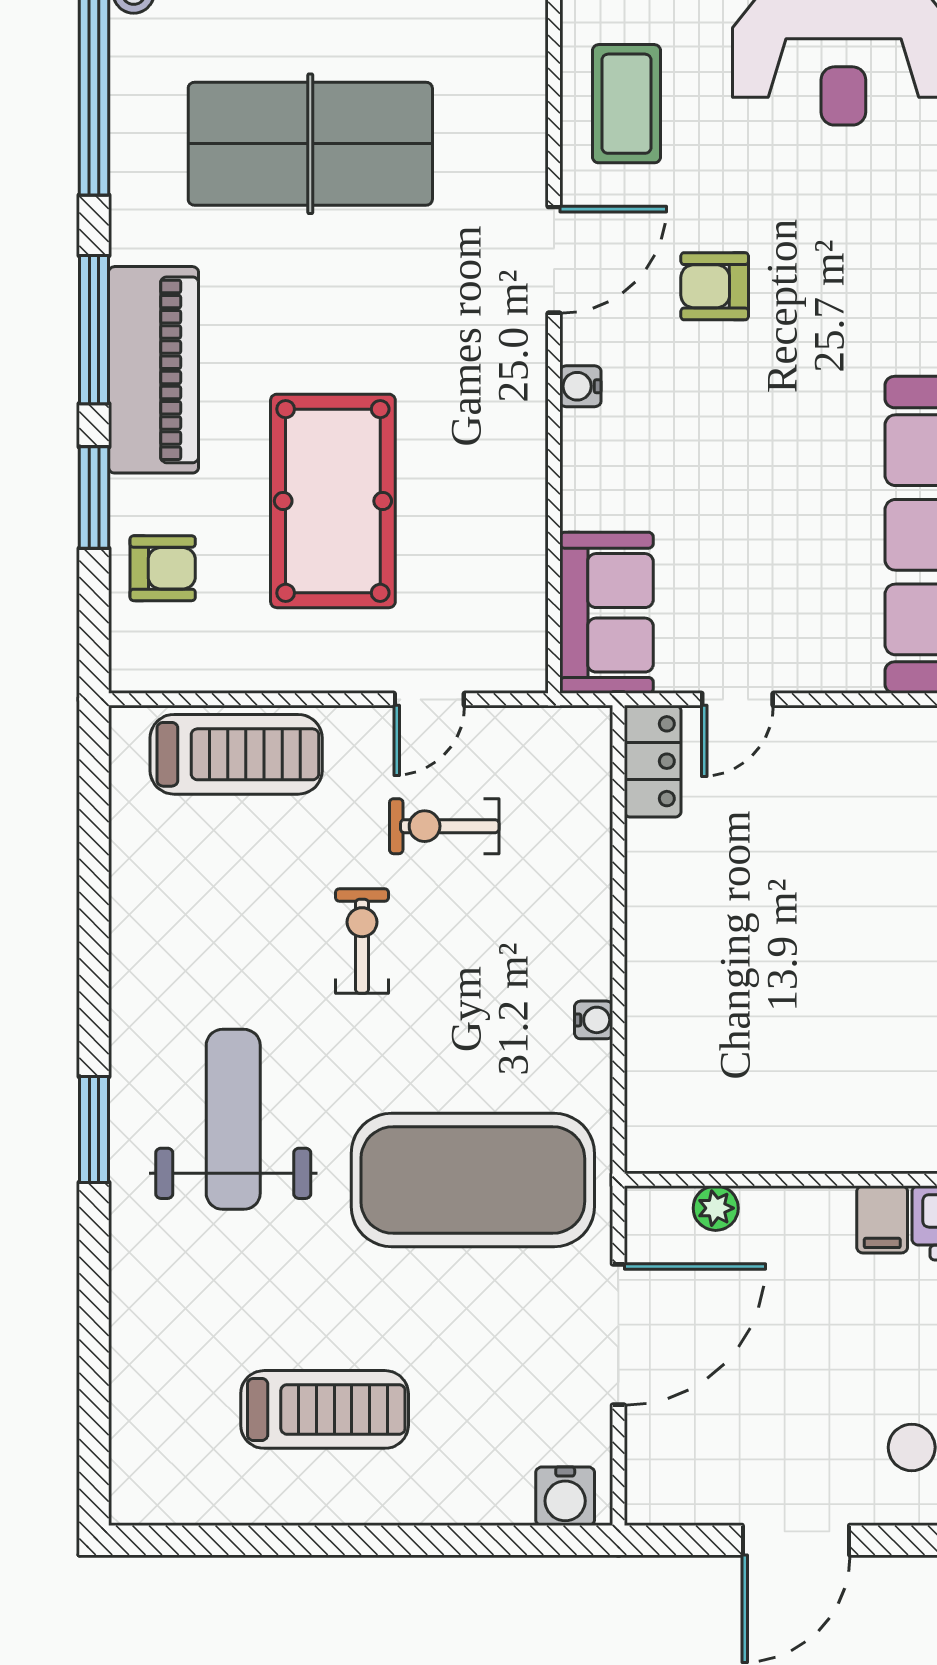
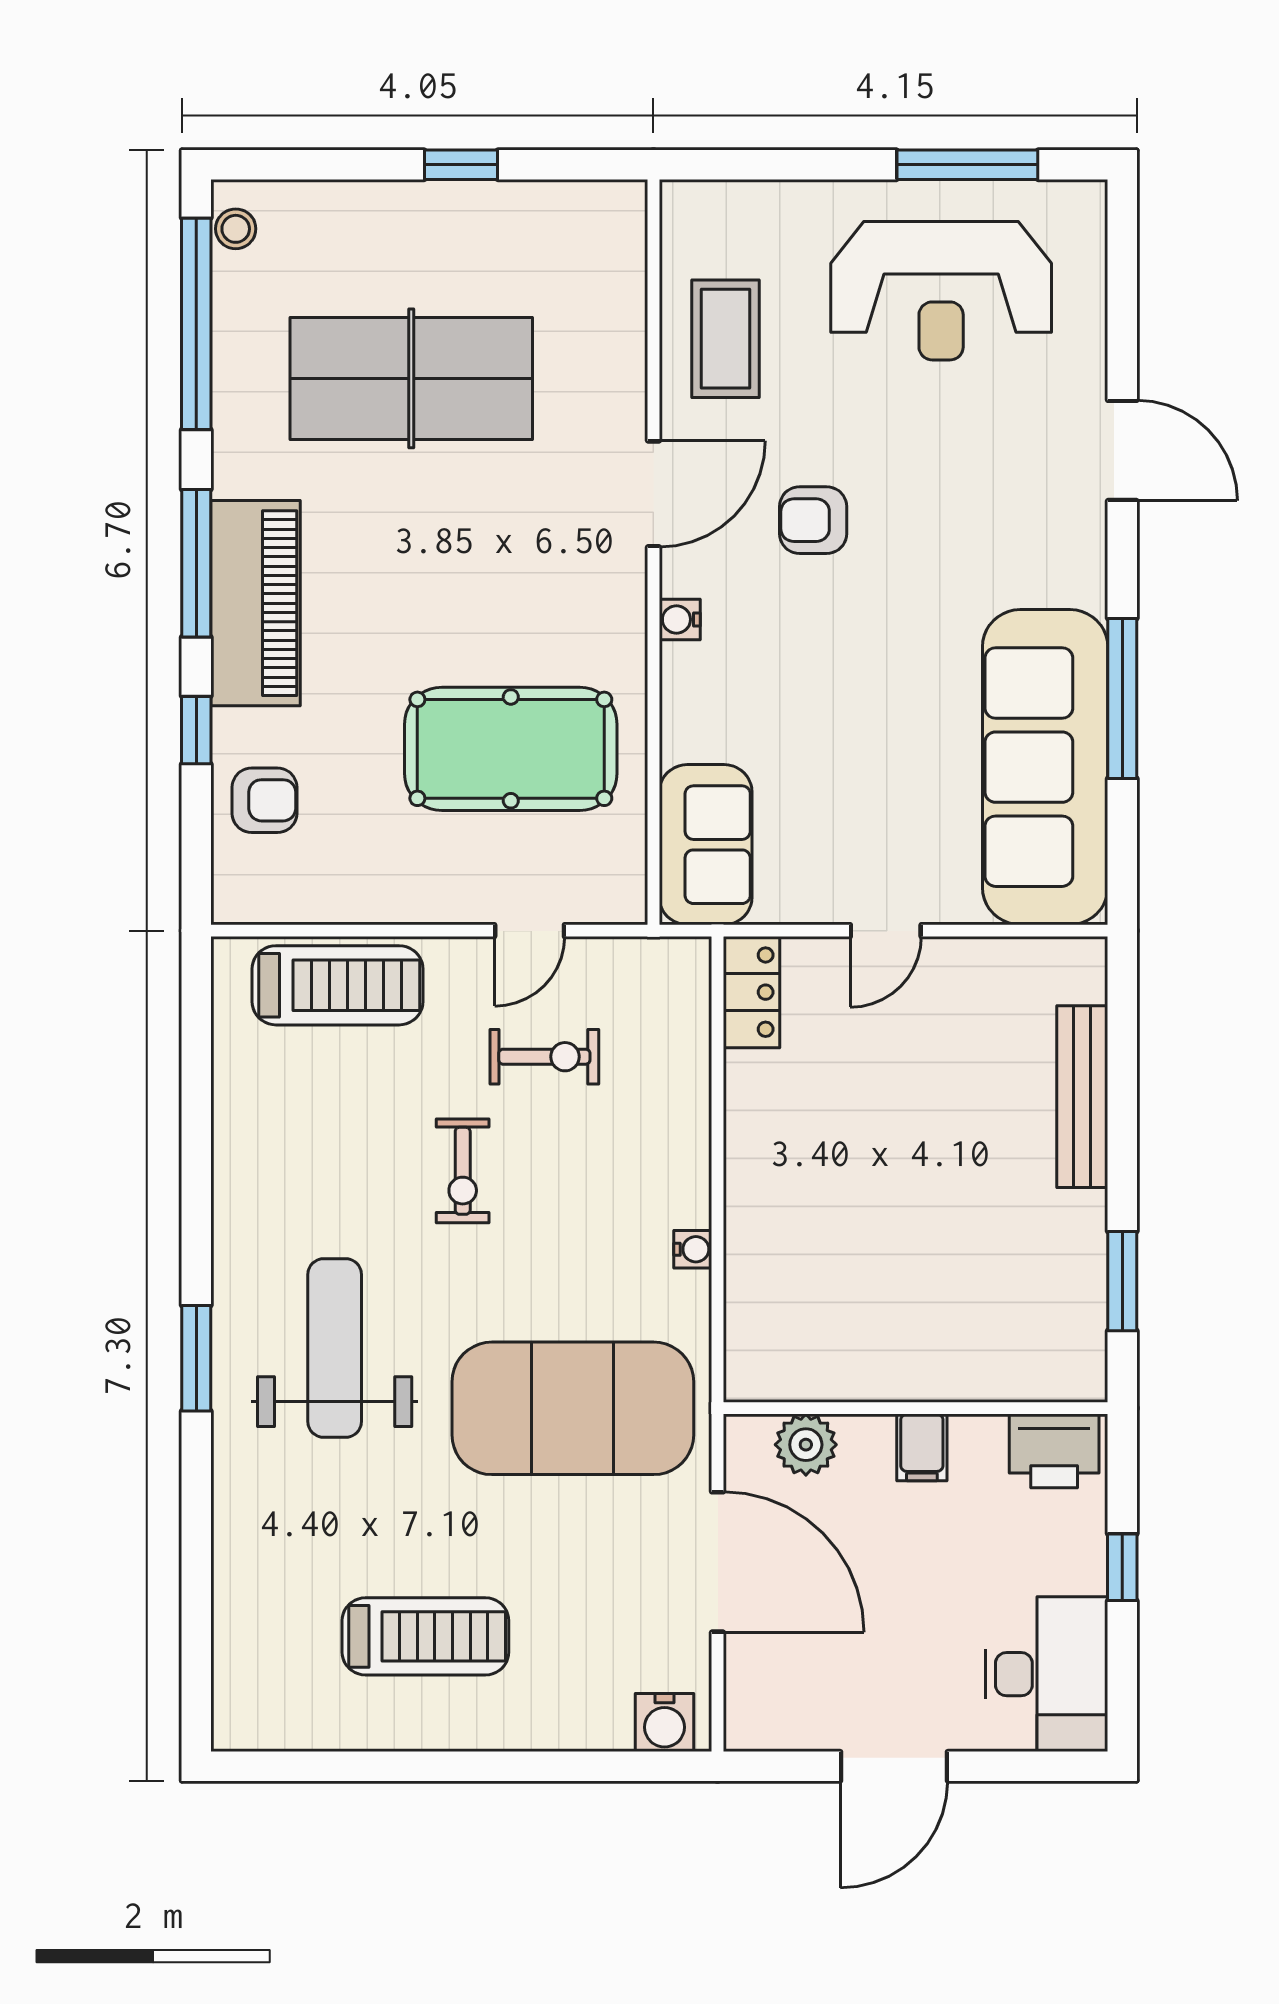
window: (94, 498) -> (196, 730), width x0.67
pool table: (333, 501) -> (511, 749), moved, turned 90
door: (737, 699) -> (886, 931), moved
exercise bike: (444, 826) -> (544, 1057), turned 180
exercise bike: (362, 941) -> (463, 1171), turned 180
plant: (716, 1208) -> (806, 1445), width x1.38, depth x1.38
filing cabinet: (882, 1219) -> (922, 1447), moved
door: (618, 1335) -> (718, 1562), hinge flipped

